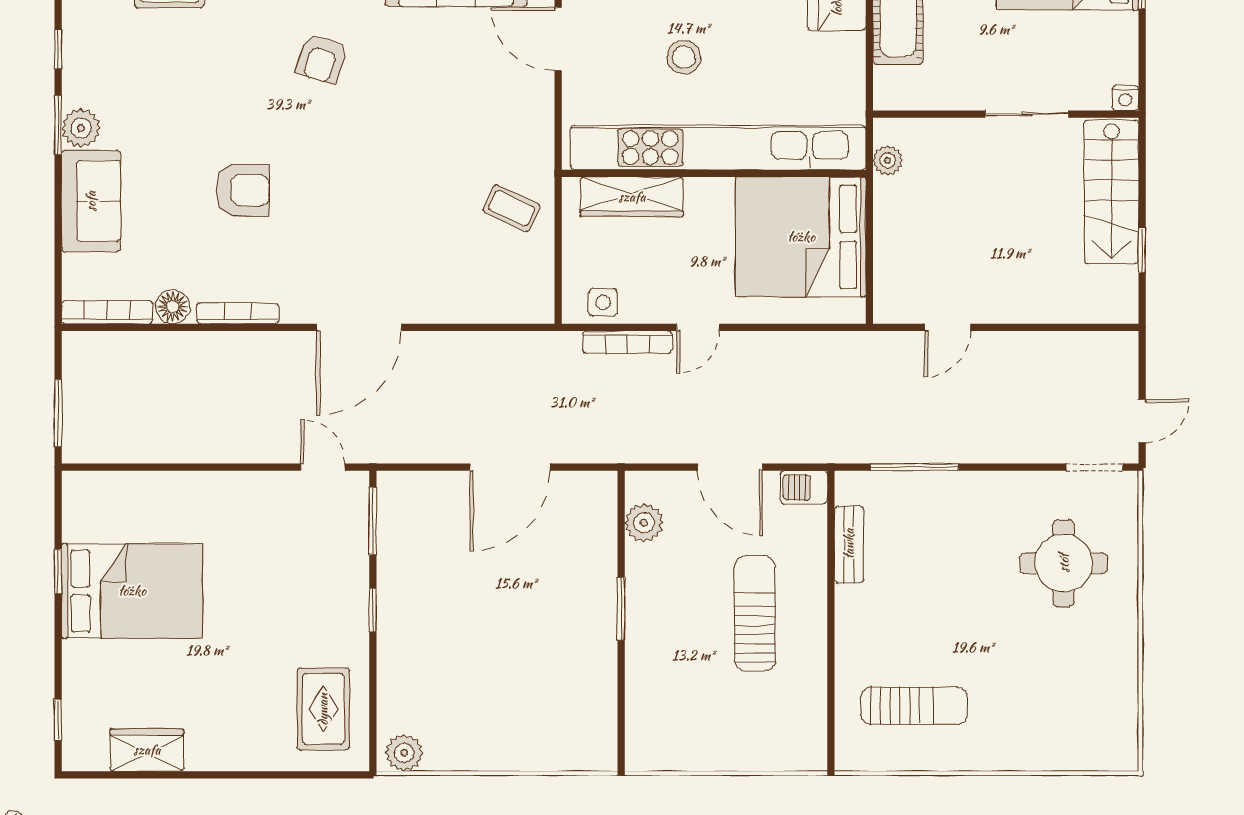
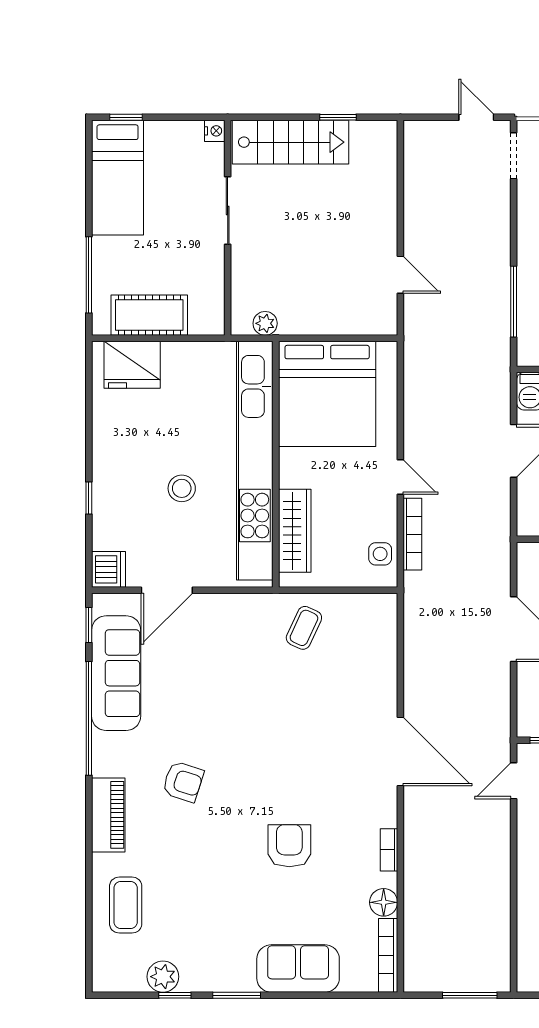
plant: (81, 128) -> (163, 977), moved
bookcase: (238, 313) -> (389, 850), width x0.64

